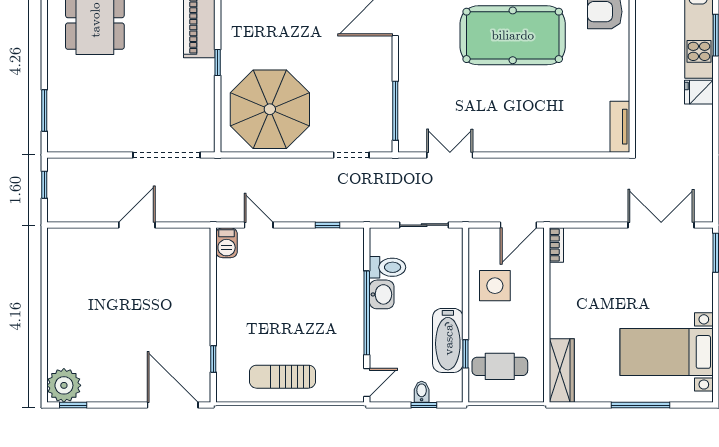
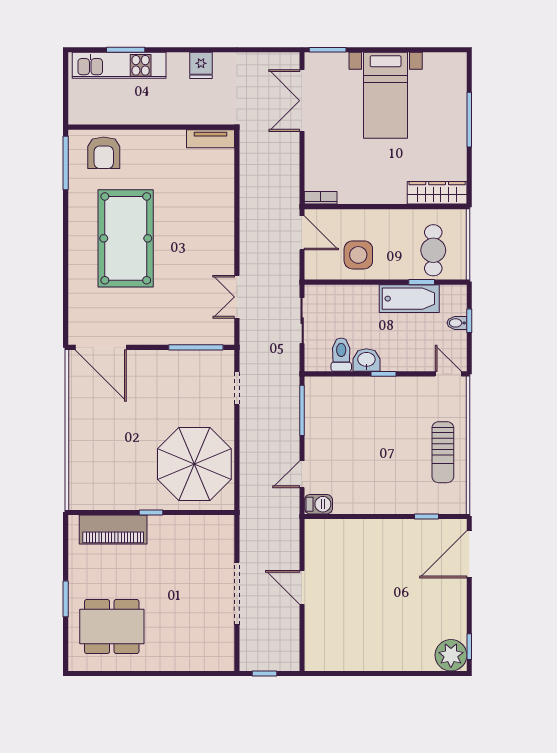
fridge: (699, 92) -> (201, 65), moved
window: (44, 110) -> (195, 674), removed
doorway: (166, 155) -> (237, 593), moved
window: (327, 225) -> (302, 410), width x2.17
window: (367, 313) -> (383, 374), width x0.32
bed with nightstands: (667, 352) -> (386, 95), moved

